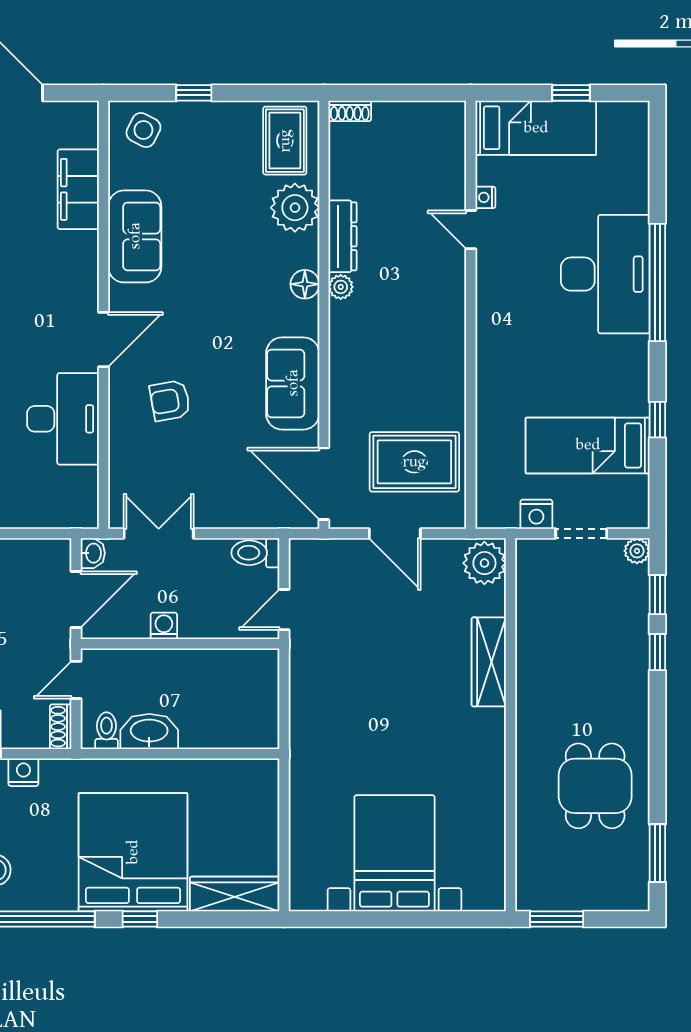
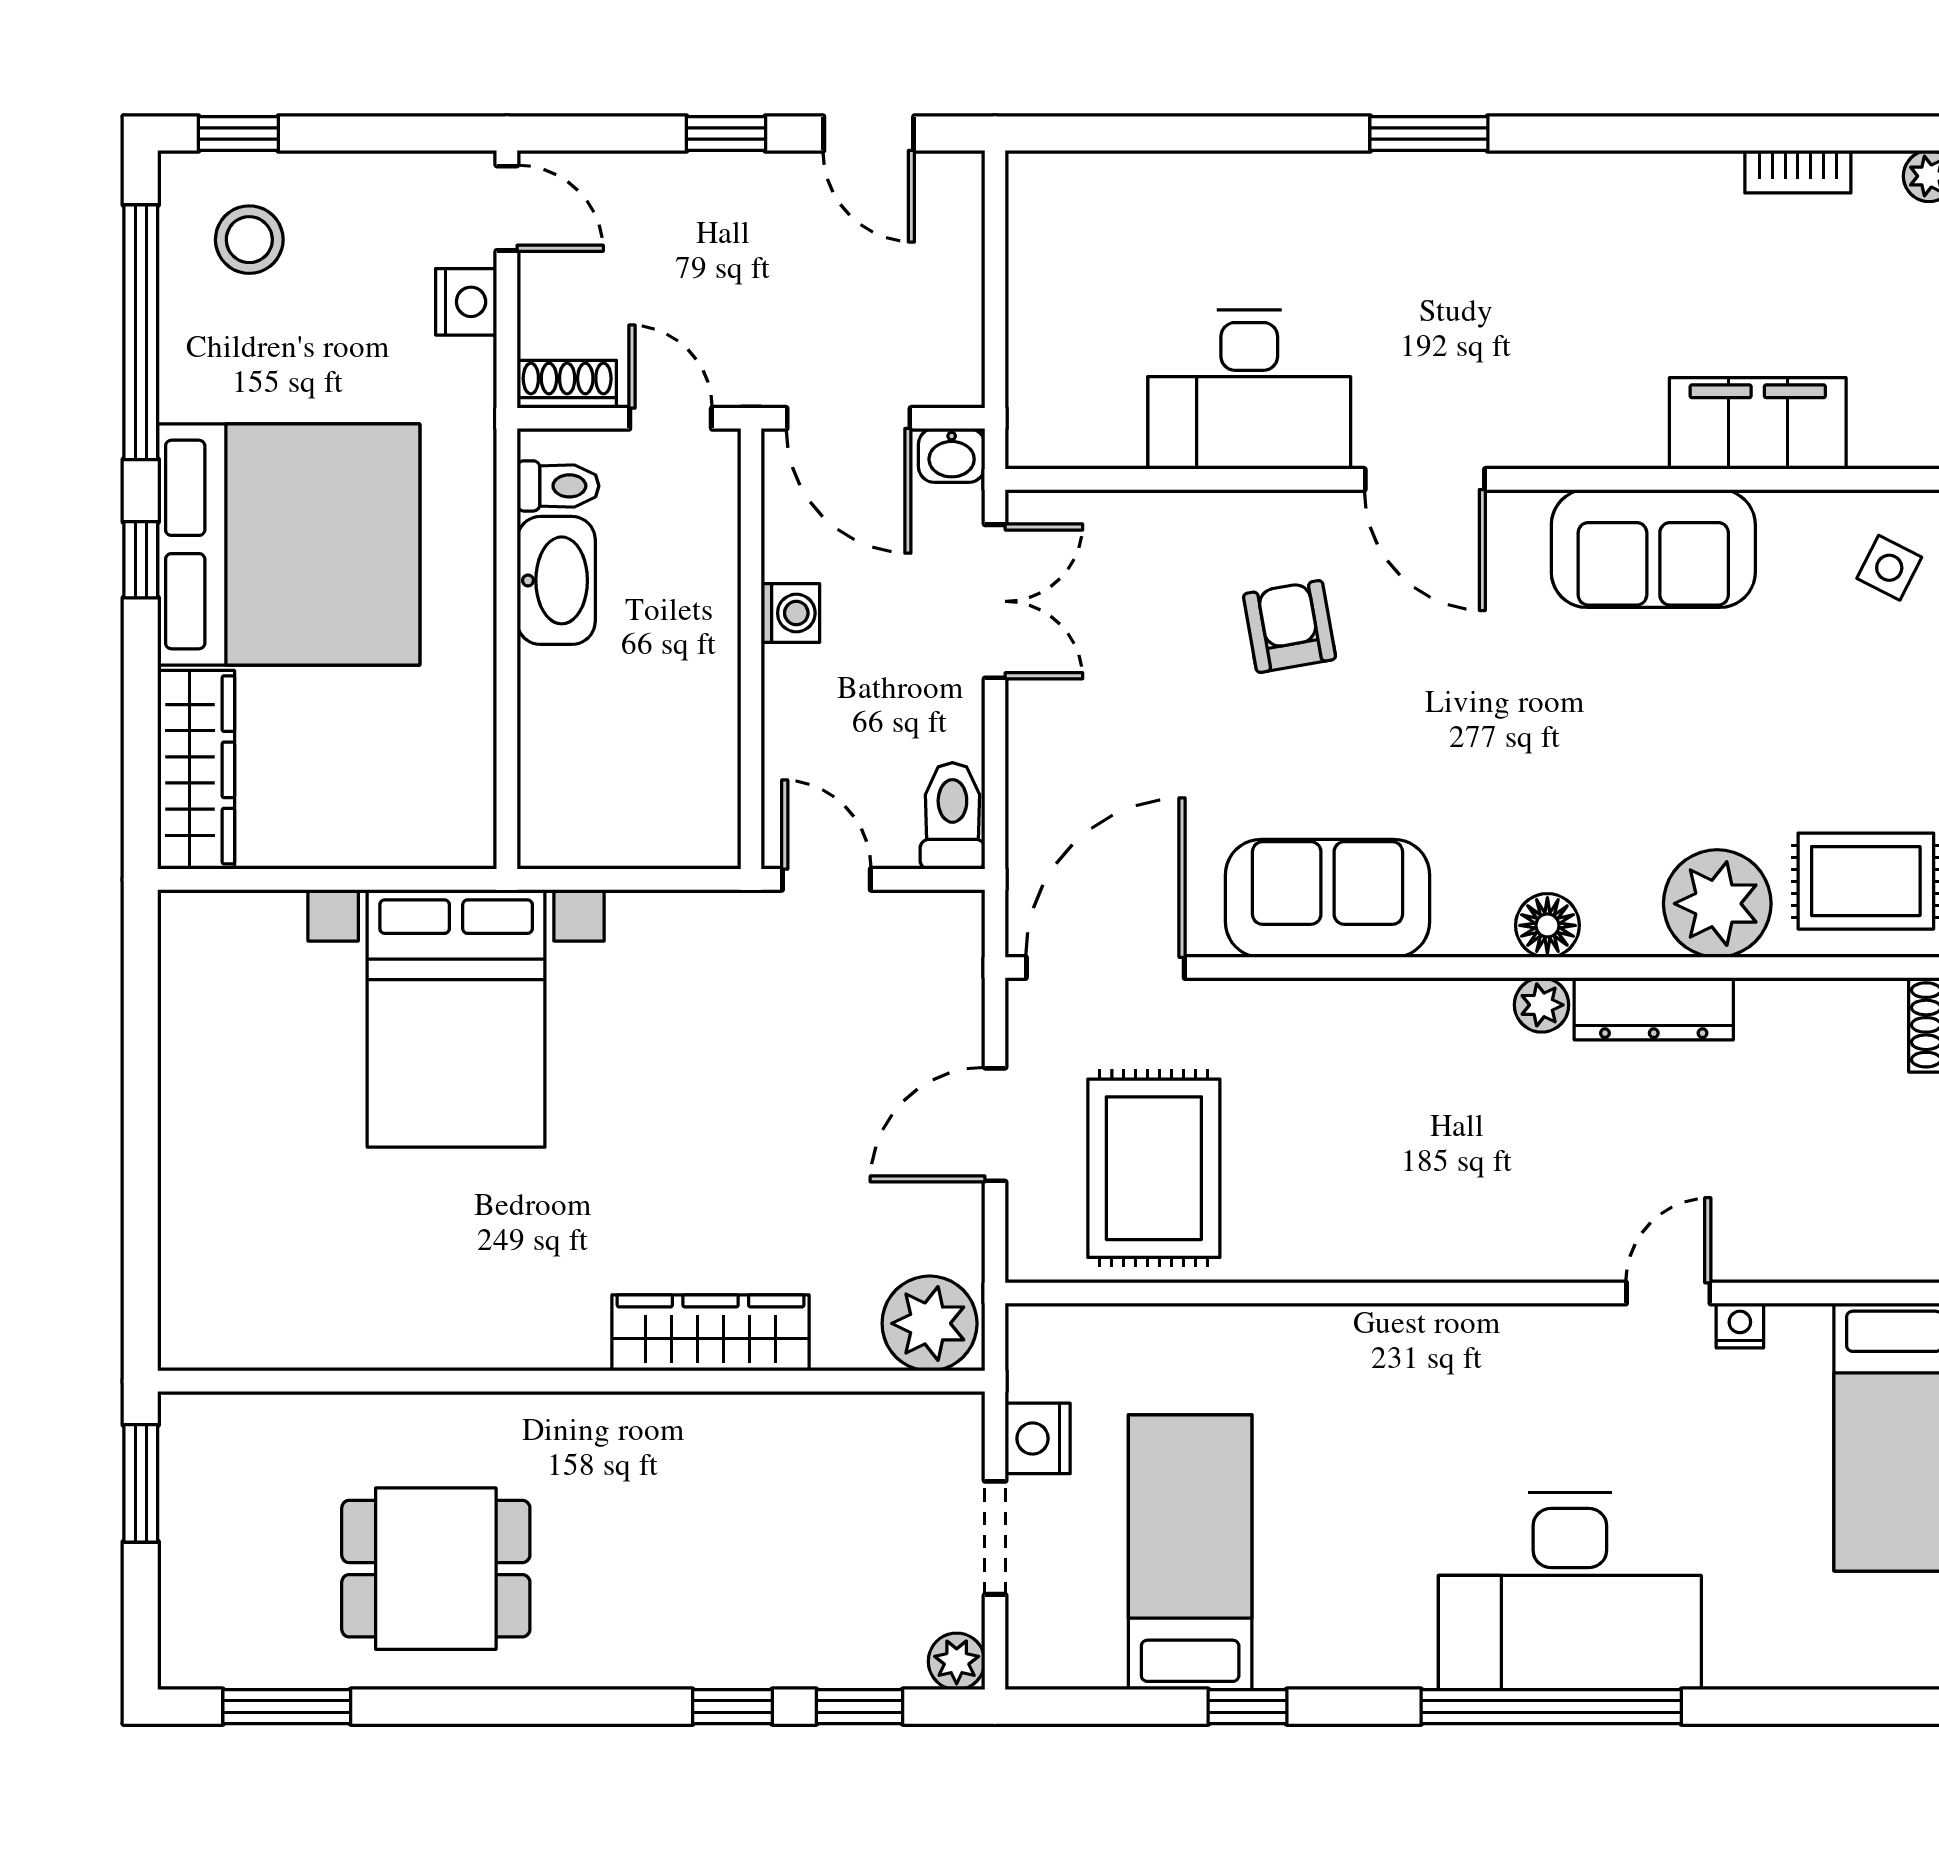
side table: (143, 130) -> (1889, 568), width x0.73, depth x0.73
bed with nightstands: (394, 853) -> (456, 1018), moved, turned 90

